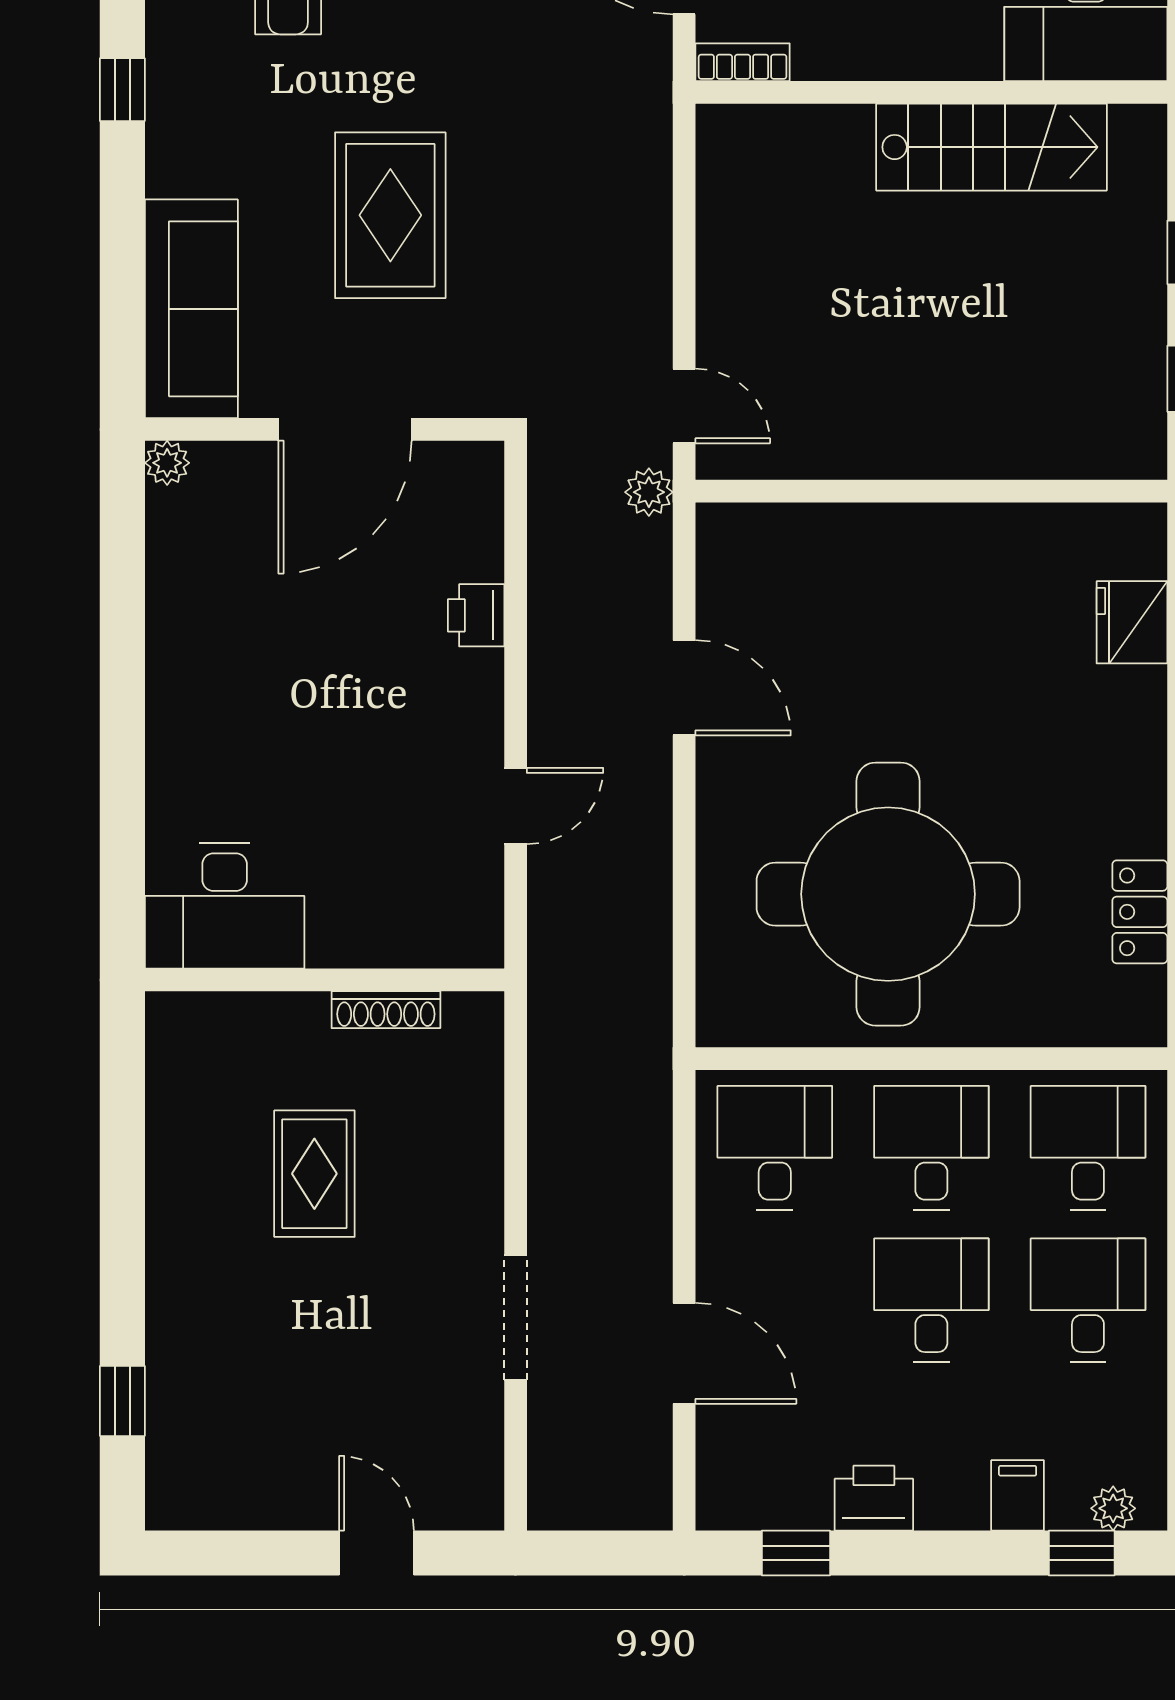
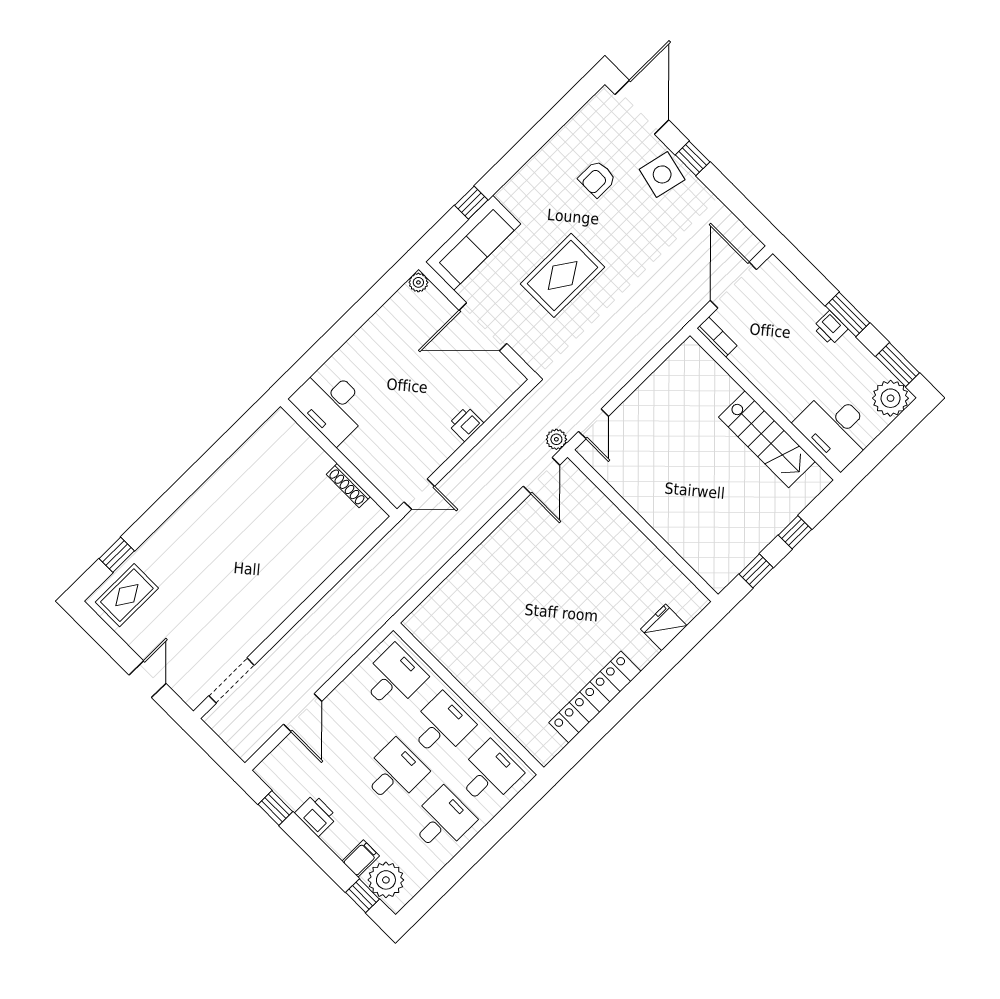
window: (122, 90) -> (471, 203), moved
door: (684, 688) -> (541, 476), moved
round table: (888, 894) -> (506, 635), removed
desk: (225, 906) -> (331, 404), moved
locker: (1140, 912) -> (595, 697), width x2.16, depth x1.21
wall: (325, 980) -> (339, 458), moved
shoe rack: (386, 1010) -> (348, 486), moved
rug: (314, 1174) -> (127, 595), moved
doorway: (516, 1317) -> (232, 681), moved
plant: (1113, 1508) -> (386, 880), width x1.88, depth x1.88

